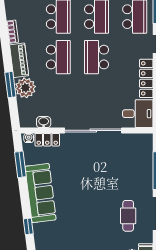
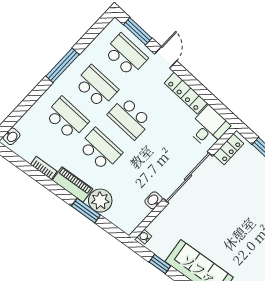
washbasin: (44, 122) -> (154, 200), moved
locker: (47, 140) -> (229, 149), moved
window: (20, 164) -> (160, 264), width x0.67

